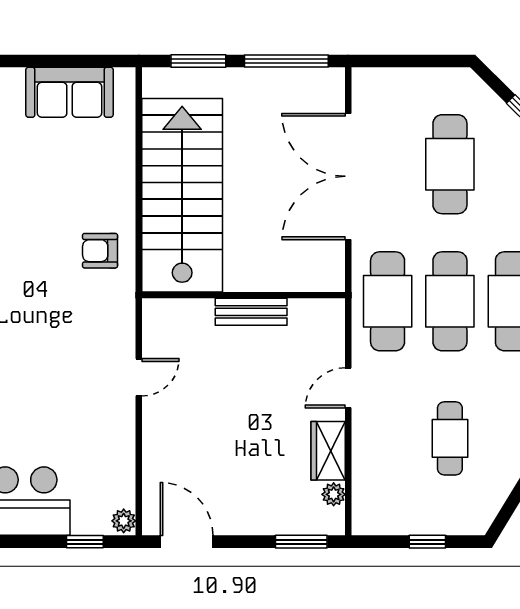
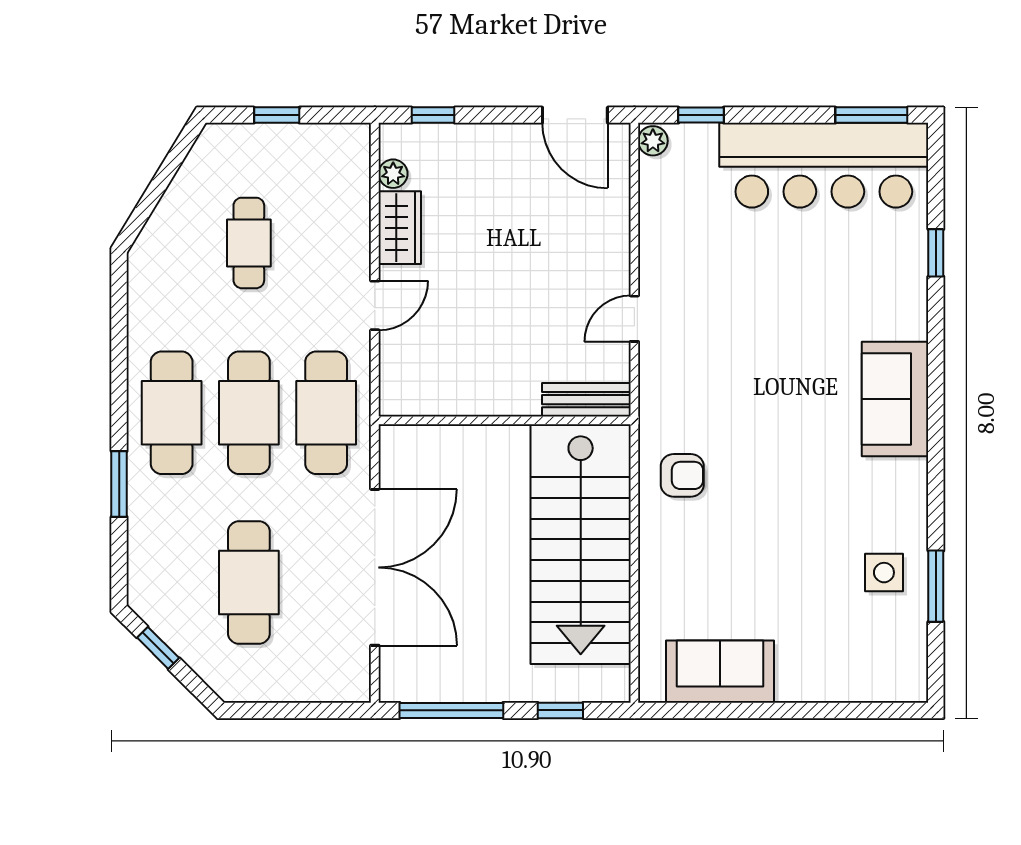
window: (198, 61) -> (560, 710), width x0.67
bench: (251, 312) -> (586, 400), moved
window: (301, 542) -> (433, 115), width x0.67

